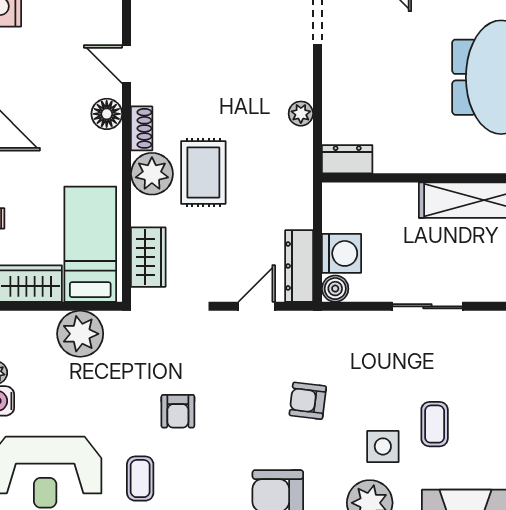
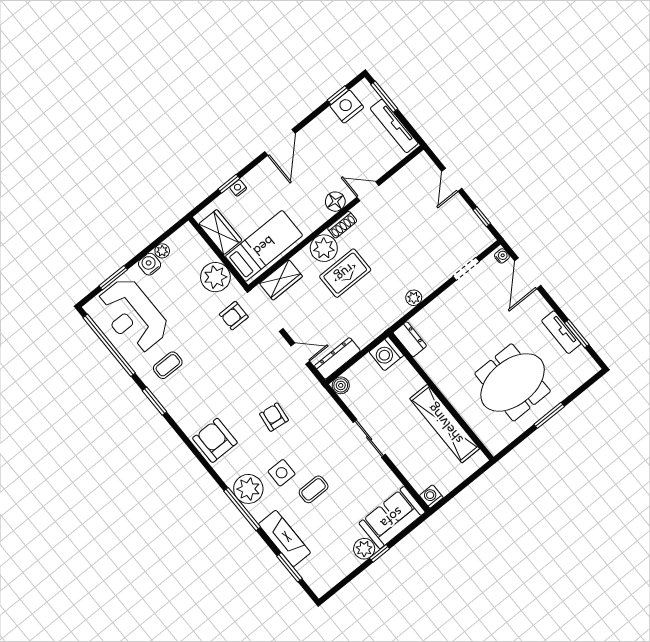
door: (127, 64) -> (368, 191), hinge flipped
washing machine: (342, 253) -> (386, 354), moved, turned 90
armchair: (178, 411) -> (234, 316), moved

